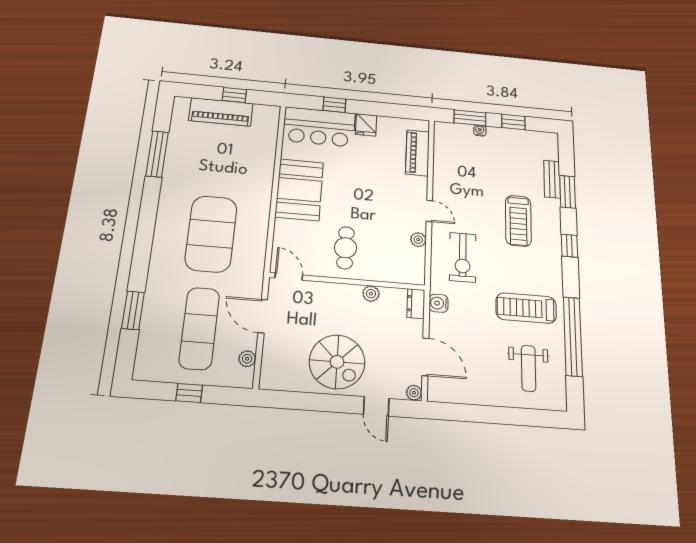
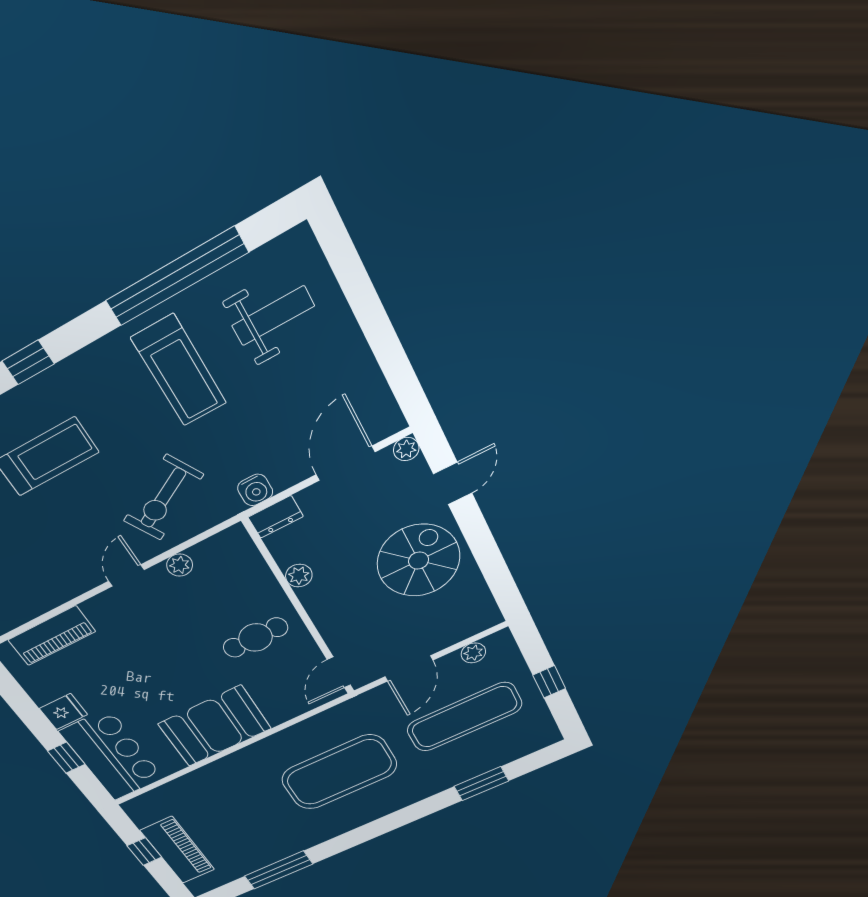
exercise bike: (463, 257) -> (163, 498), turned 151

